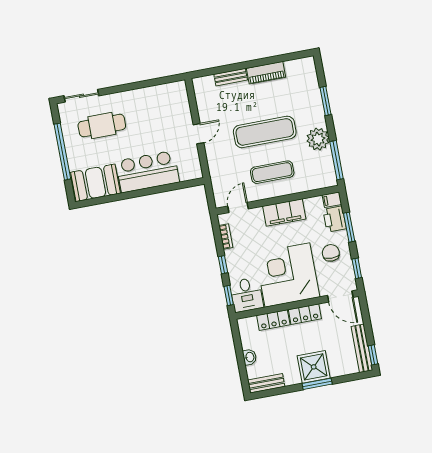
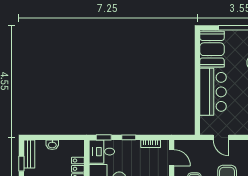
door: (198, 134) -> (221, 137), moved
window: (280, 391) -> (21, 164), added

